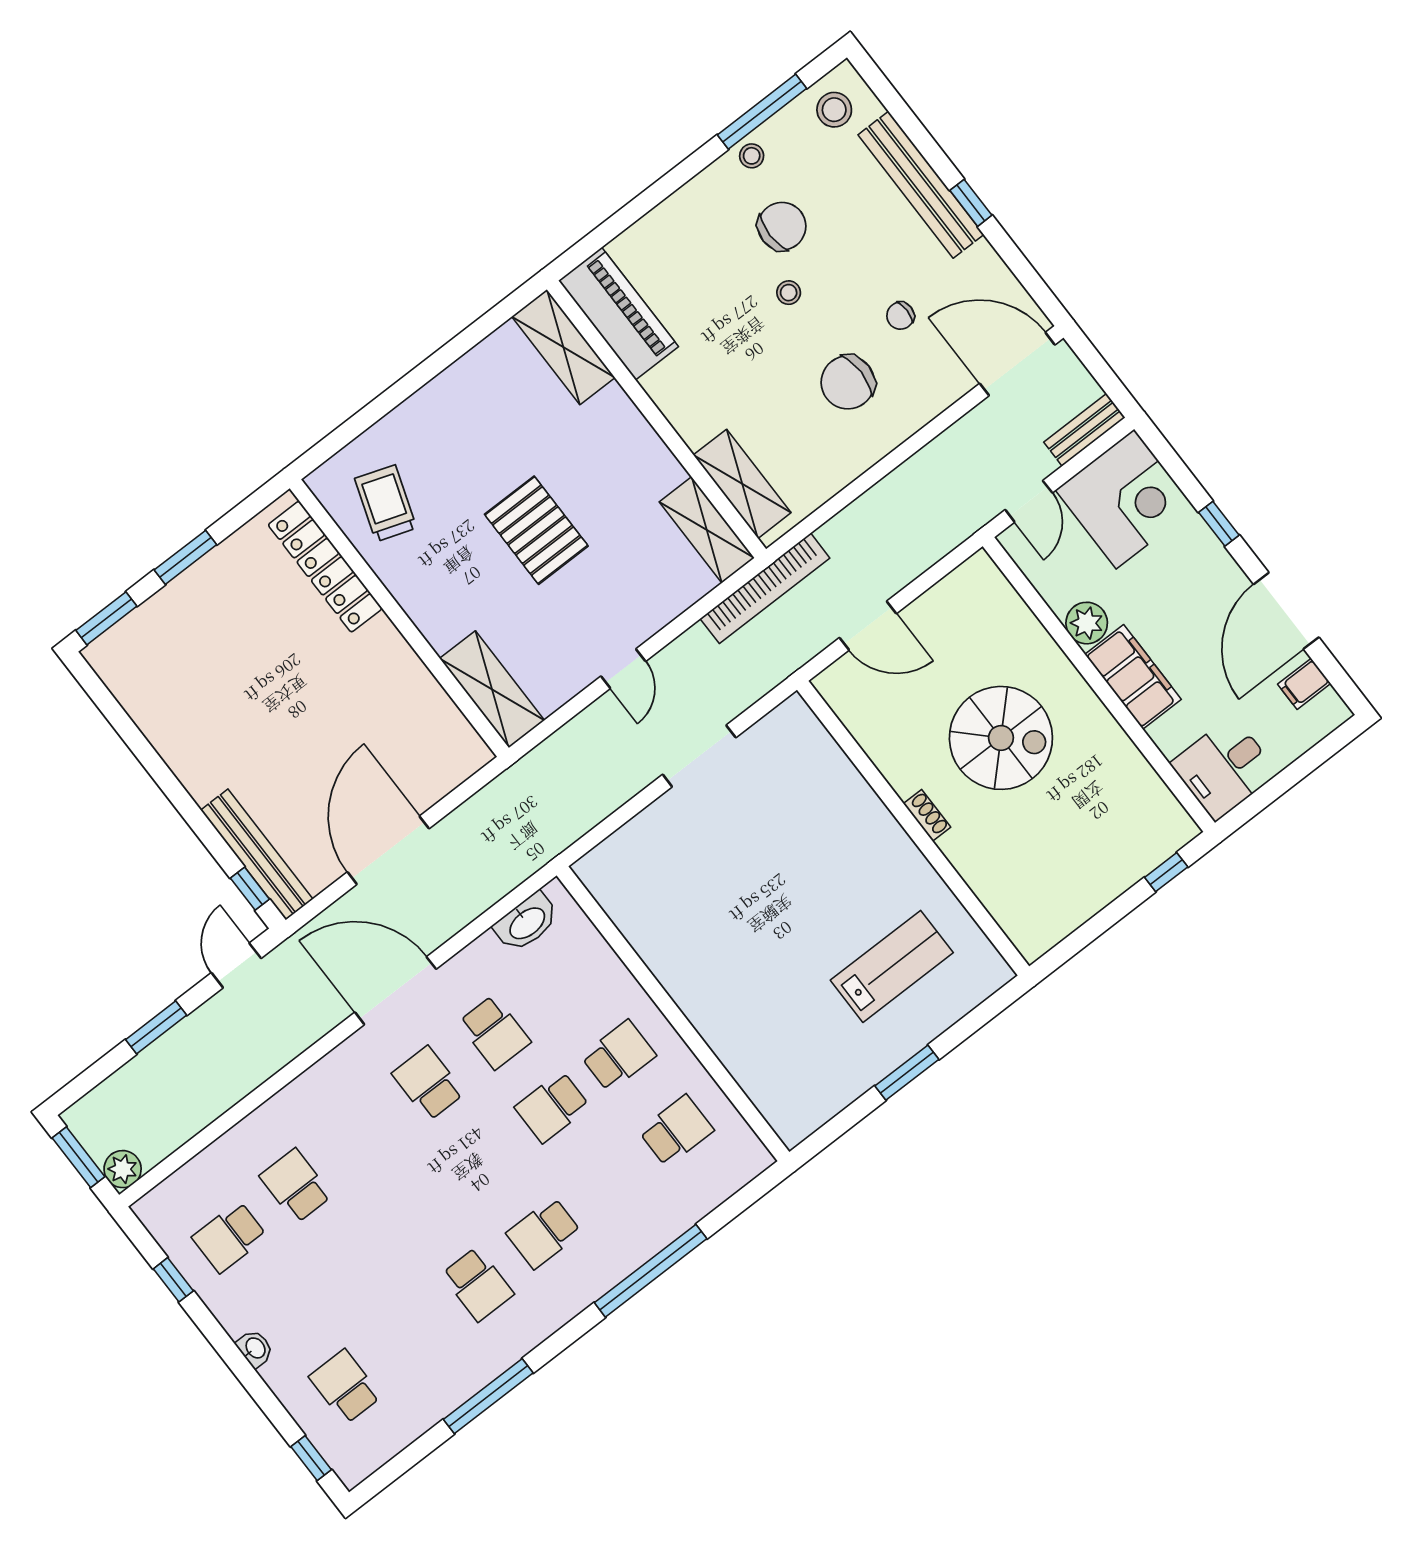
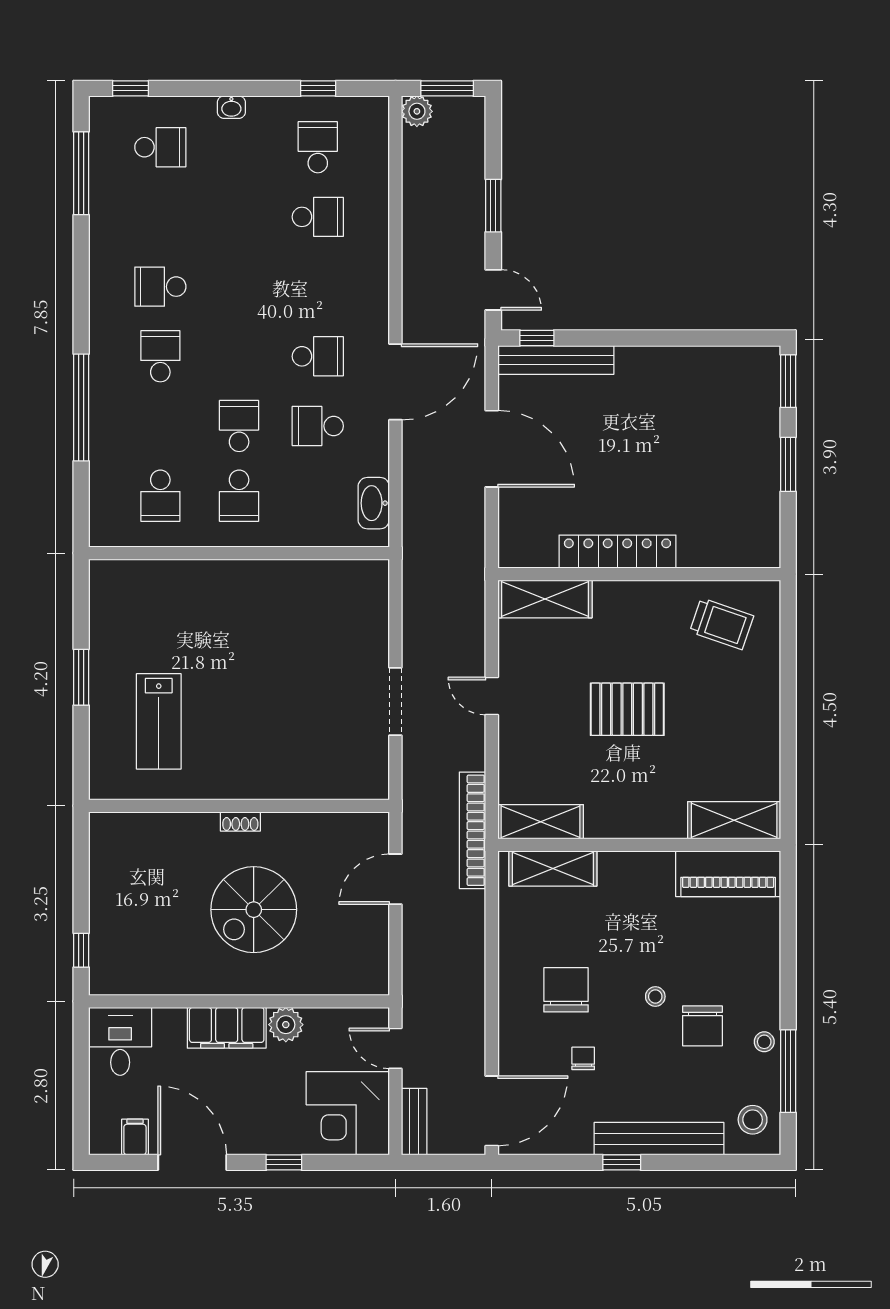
locker: (325, 567) -> (617, 552), moved
window: (488, 1396) -> (81, 173), moved

